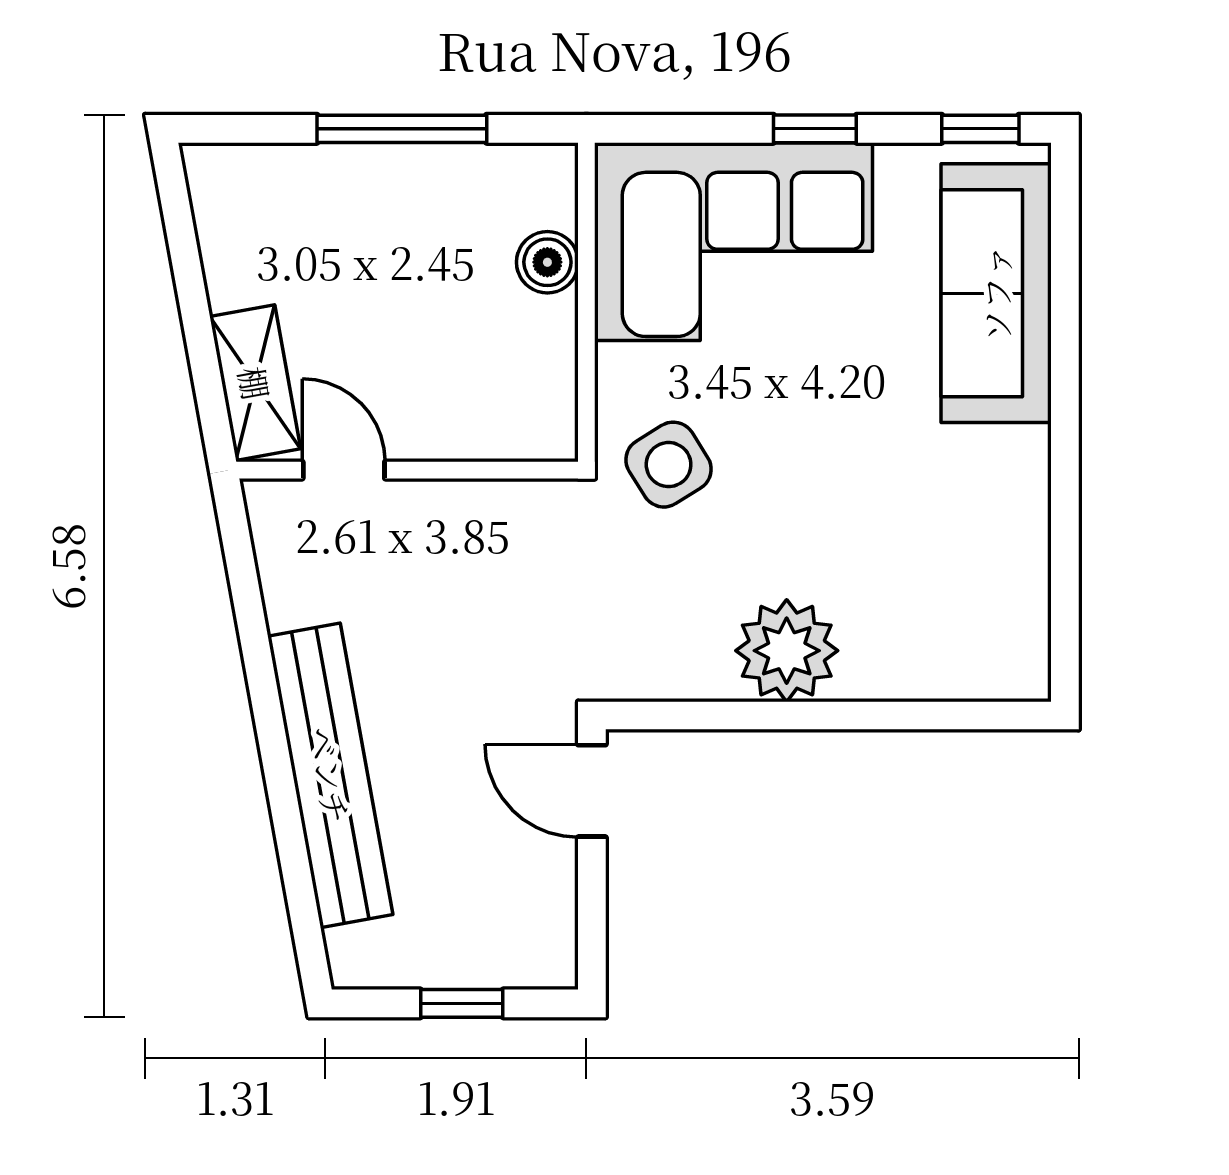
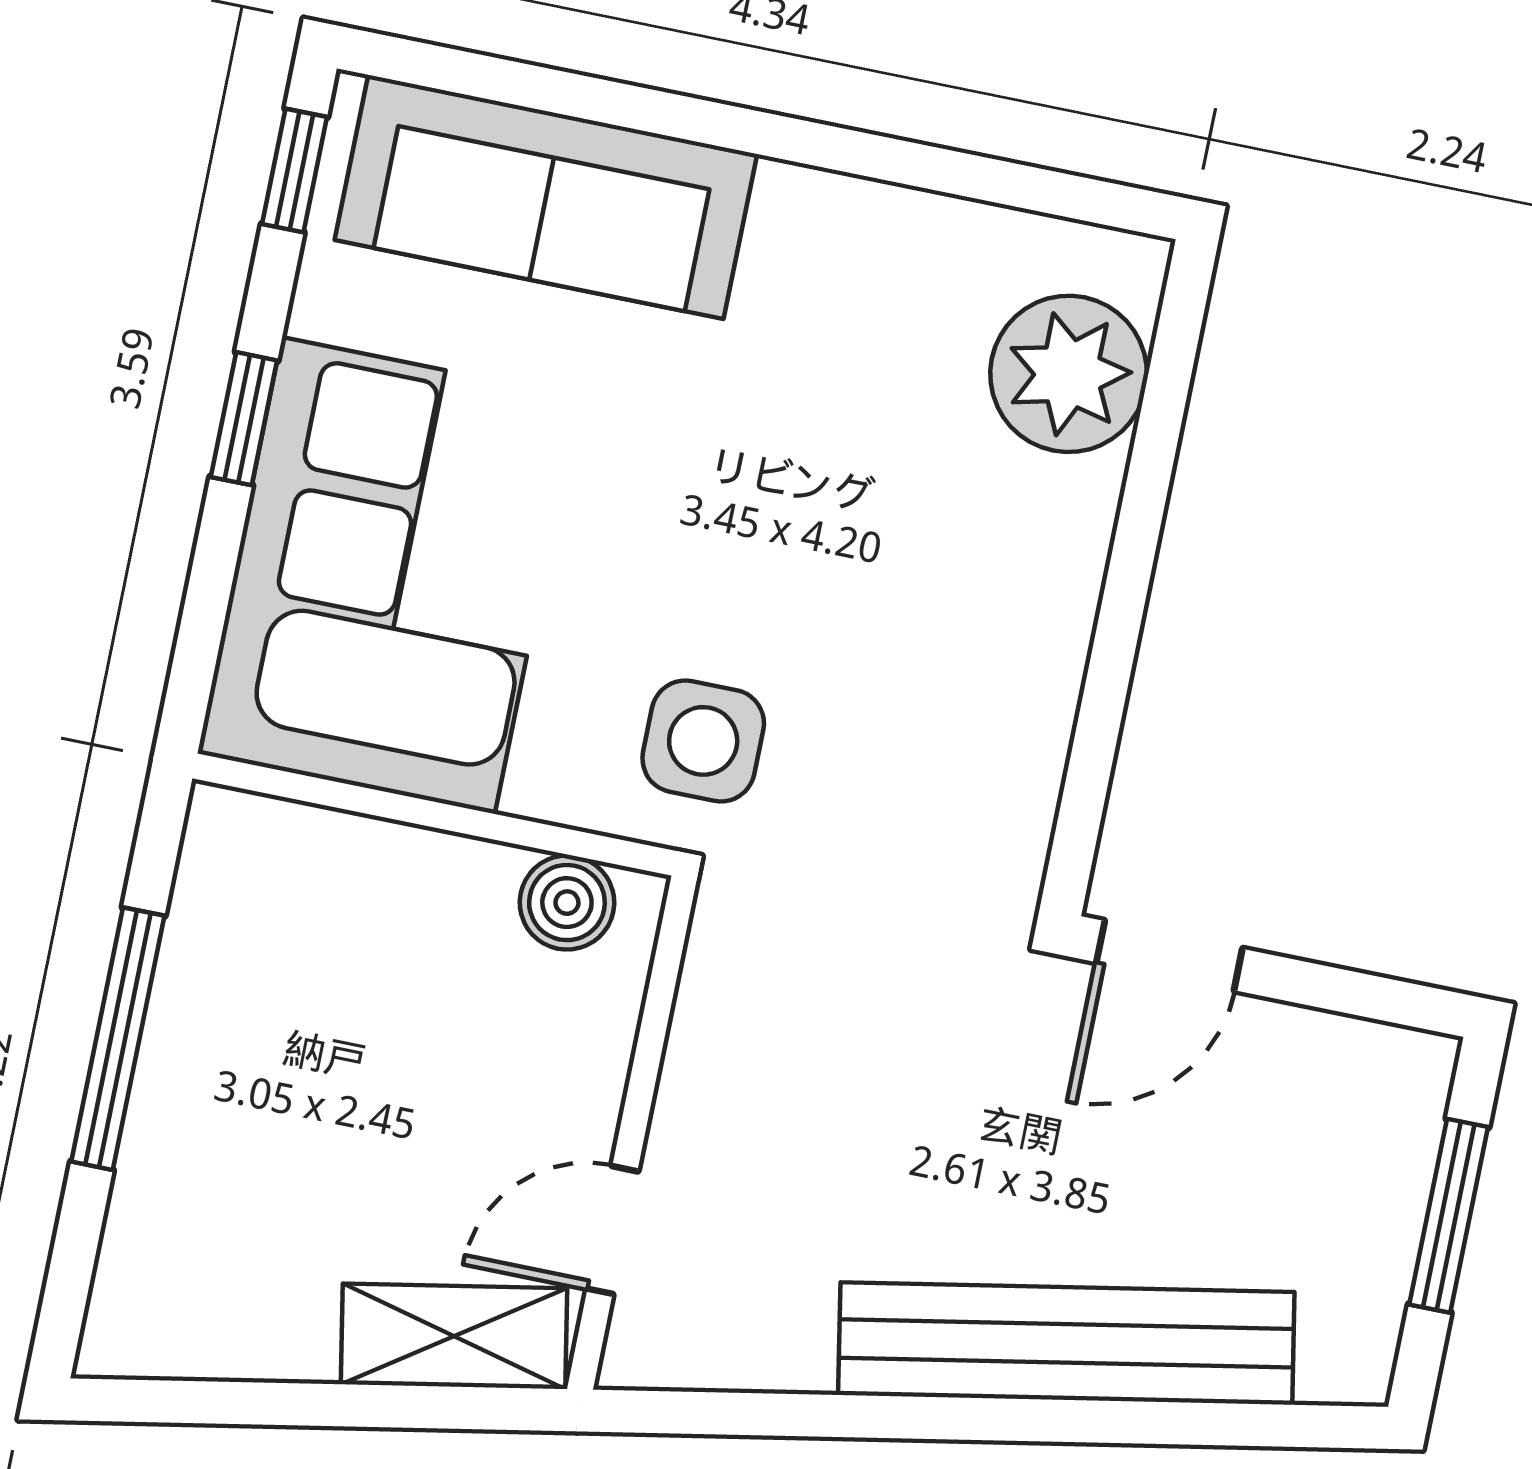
boiler: (547, 262) -> (567, 903), moved
side table: (669, 465) -> (703, 741), turned 32
plant: (787, 651) -> (1069, 374), moved
window: (462, 1003) -> (1449, 1216), width x1.50

